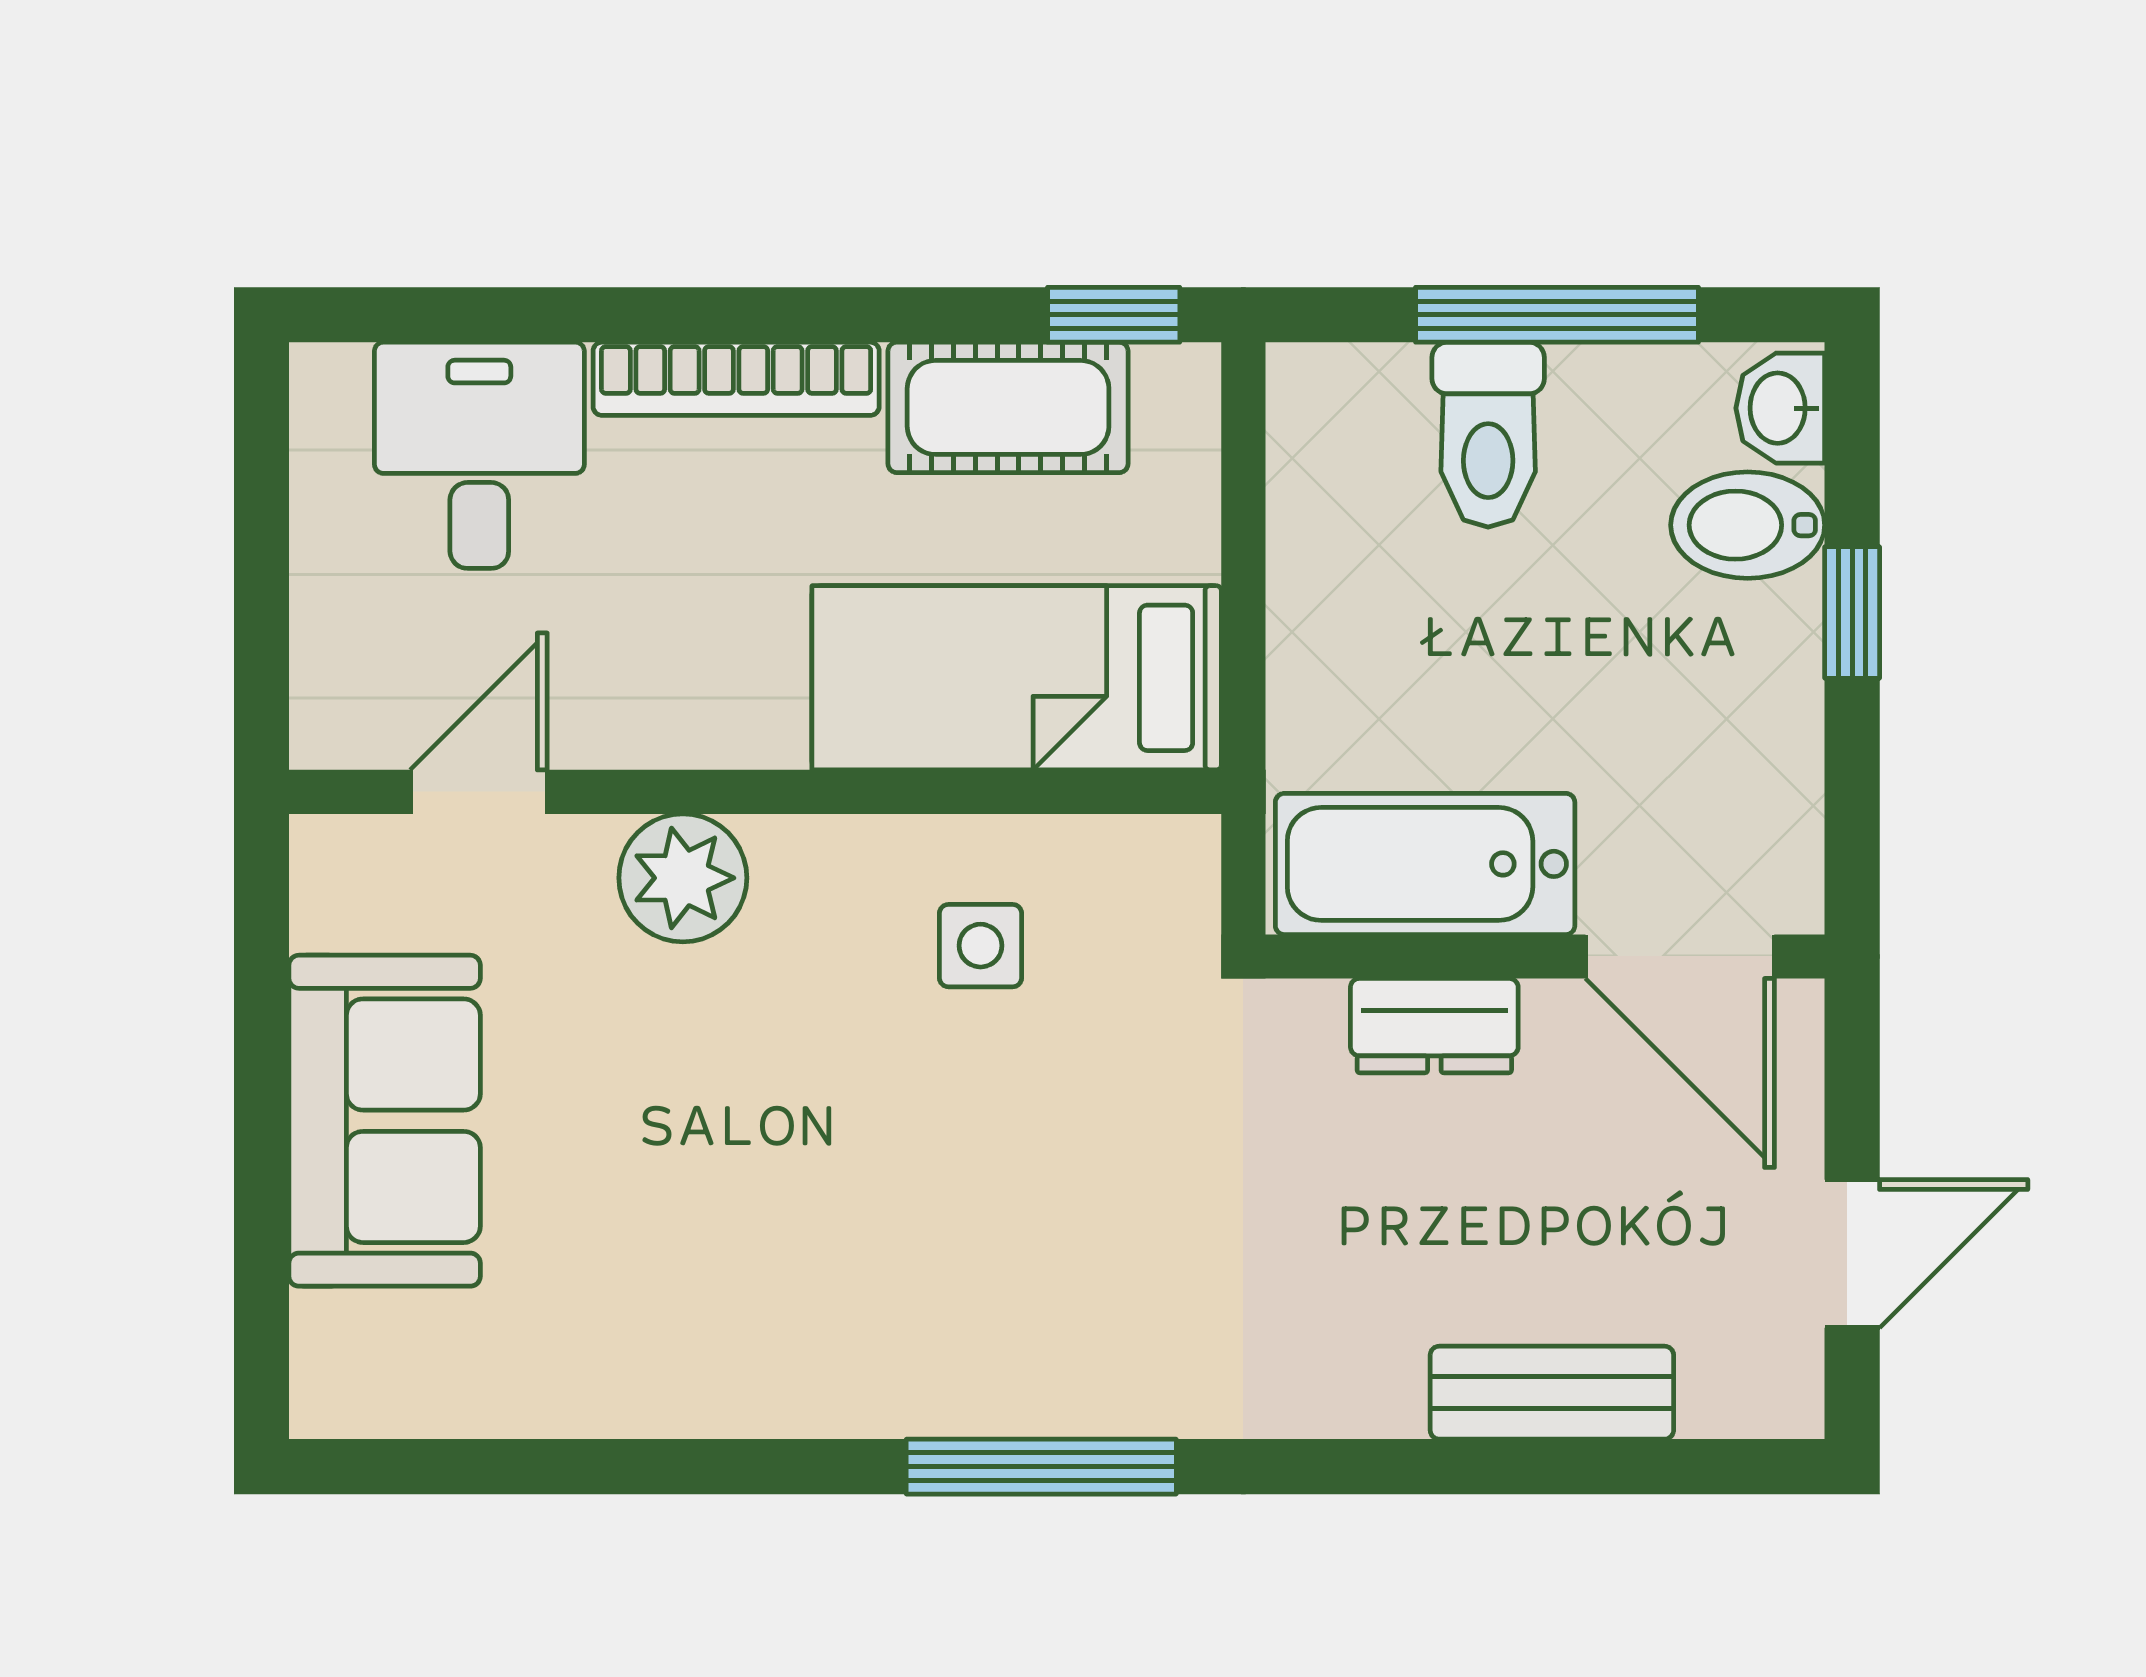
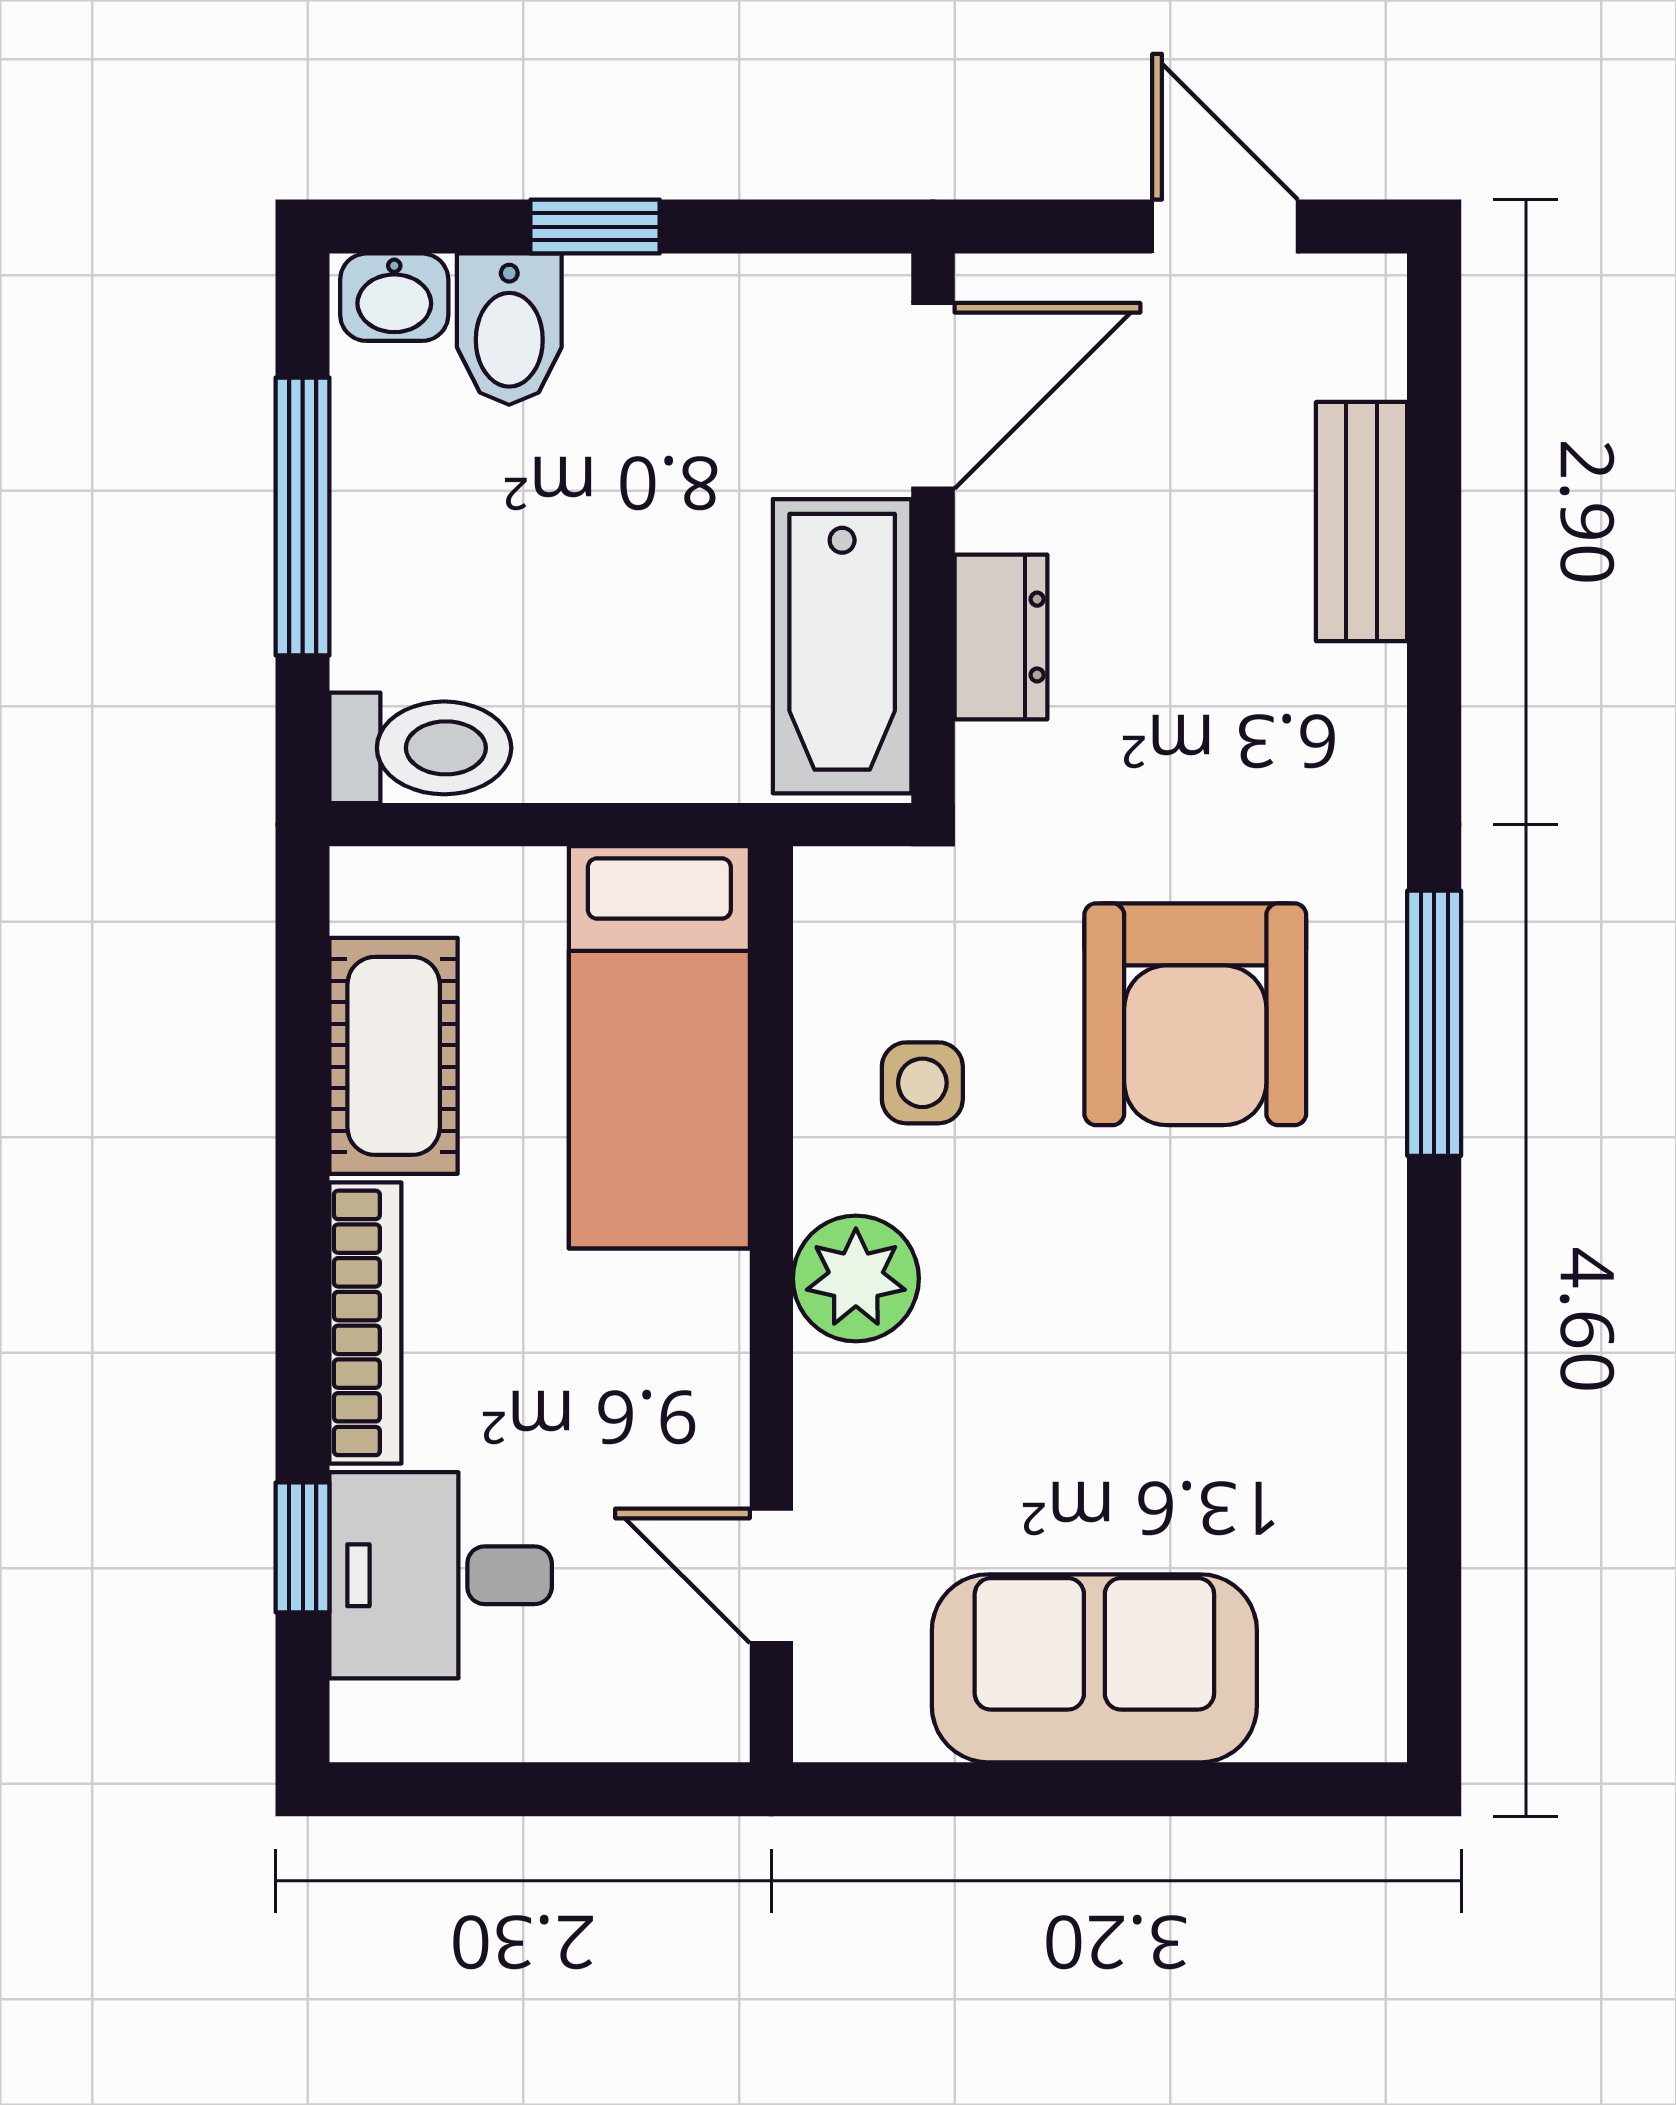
window: (1114, 315) -> (303, 1547), moved
toilet: (1488, 435) -> (420, 748), moved
plant: (683, 878) -> (856, 1278), moved
armchair: (1050, 1223) -> (1195, 1014), added

